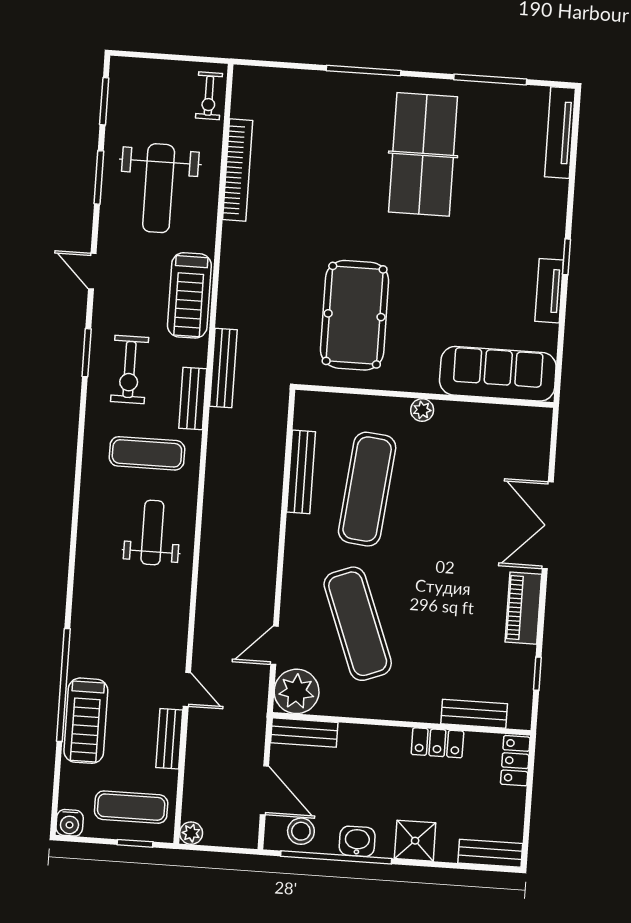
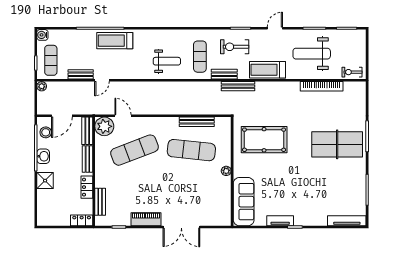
table tennis table: (423, 154) -> (337, 144), moved
double door: (548, 525) -> (181, 227), swing flipped
treadmill: (86, 721) -> (115, 41), moved
bench: (490, 853) -> (87, 159), moved

